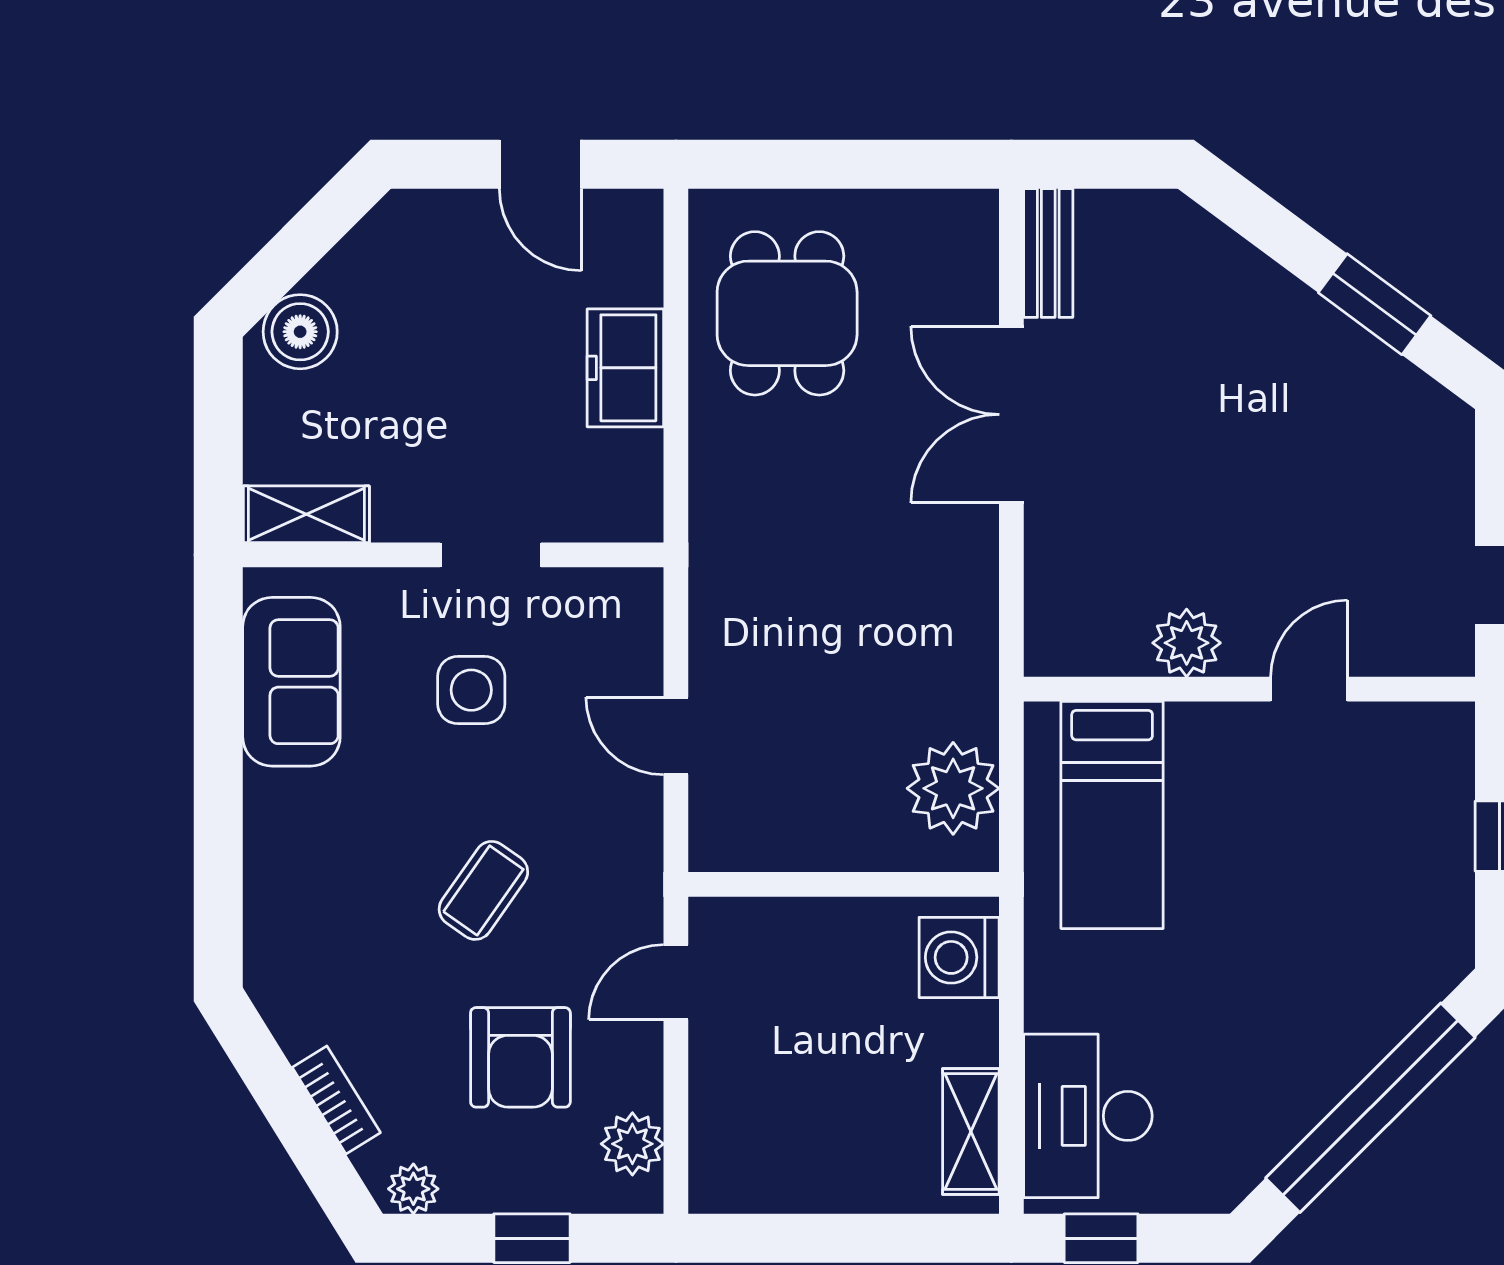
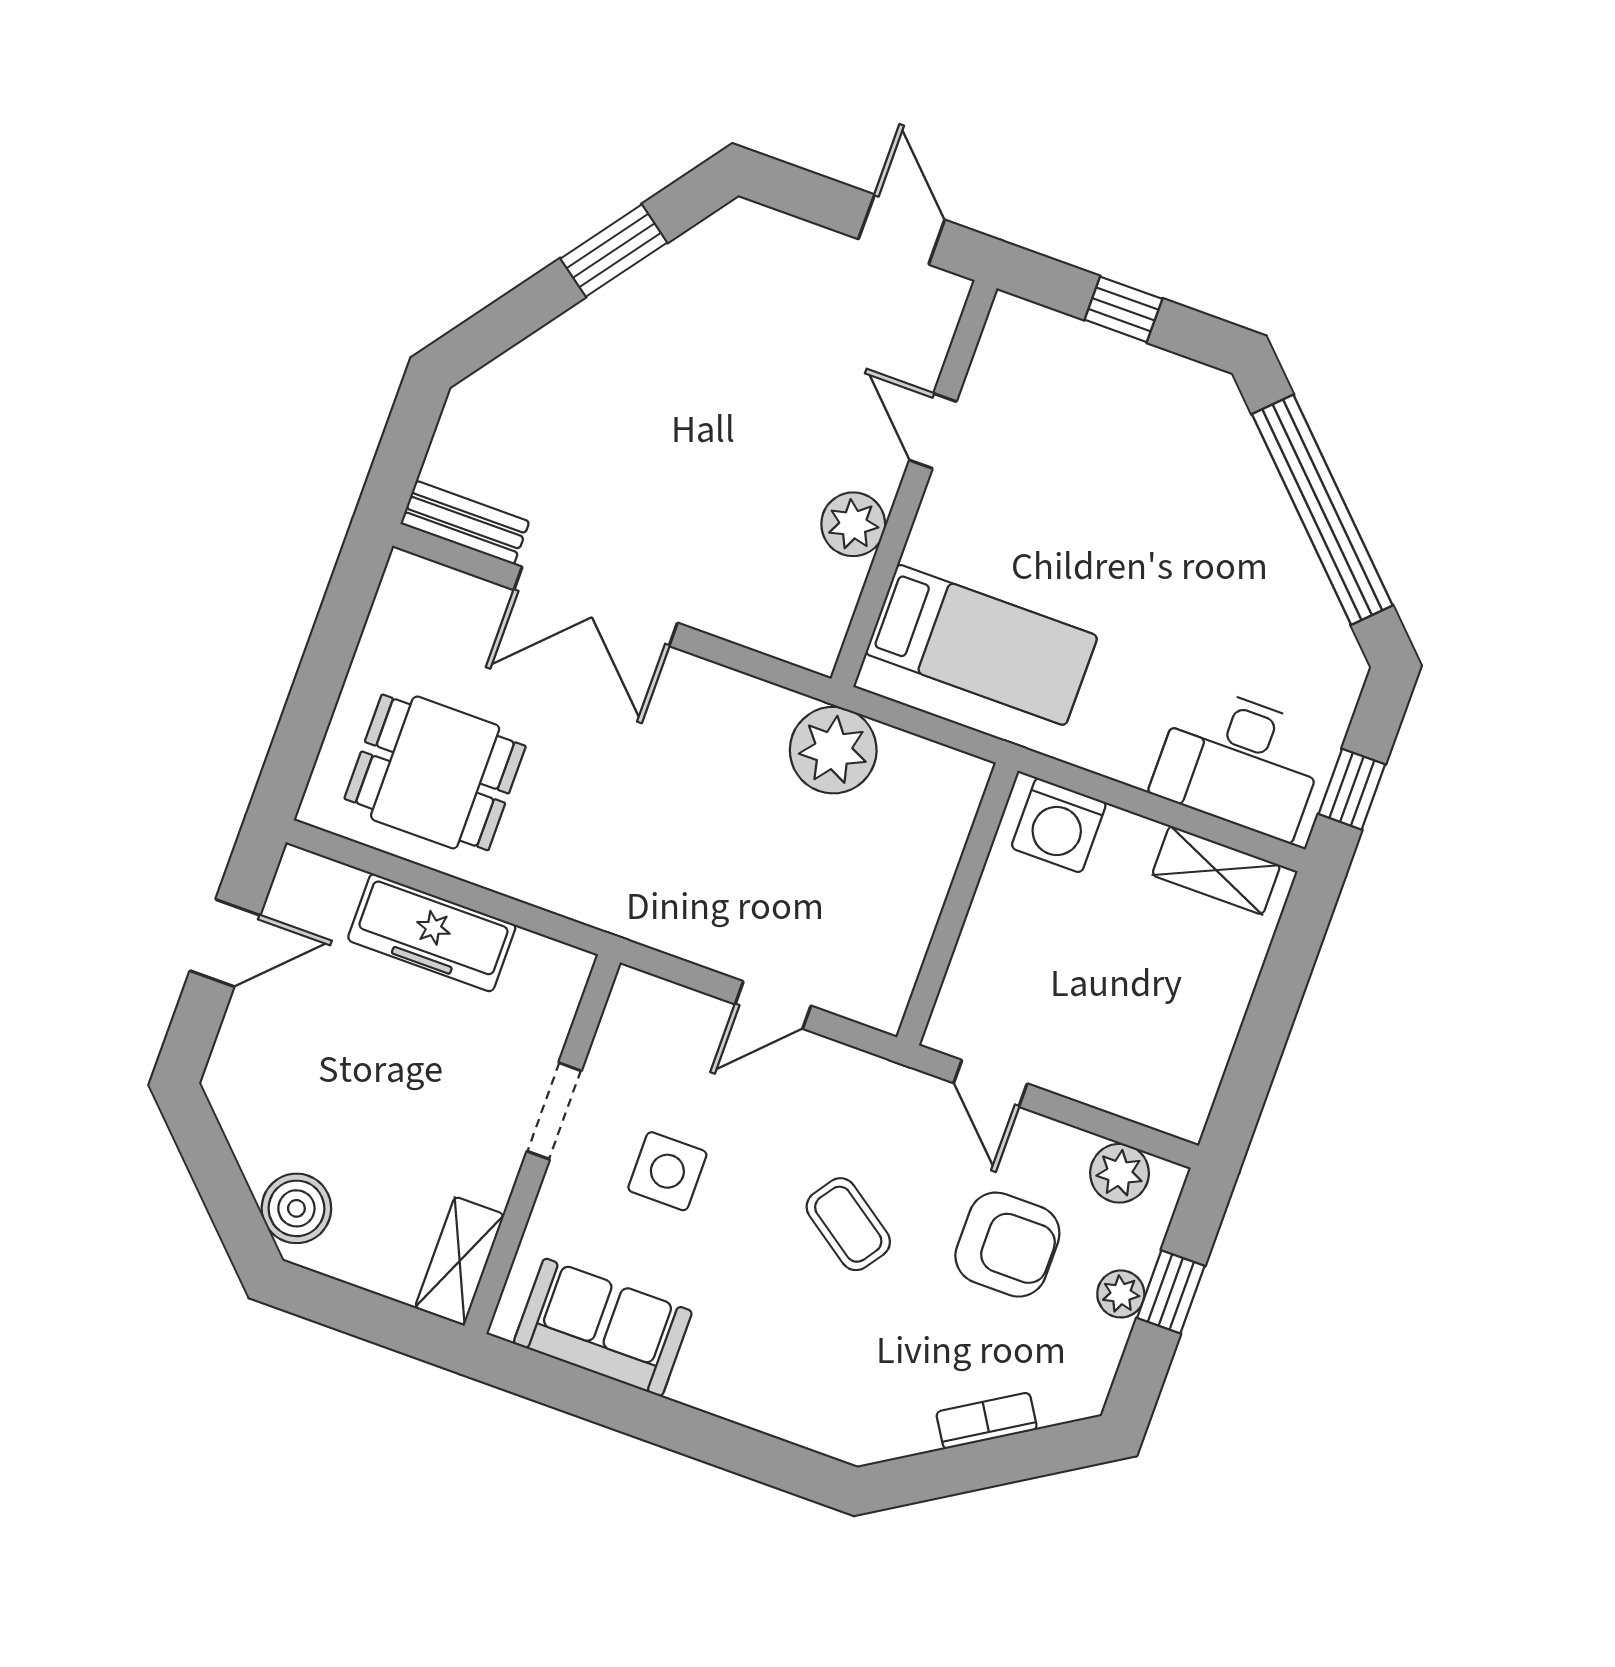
freezer: (625, 368) -> (432, 933), width x1.40
plant: (953, 788) -> (833, 750), moved
plant: (413, 1189) -> (1121, 1294), moved

